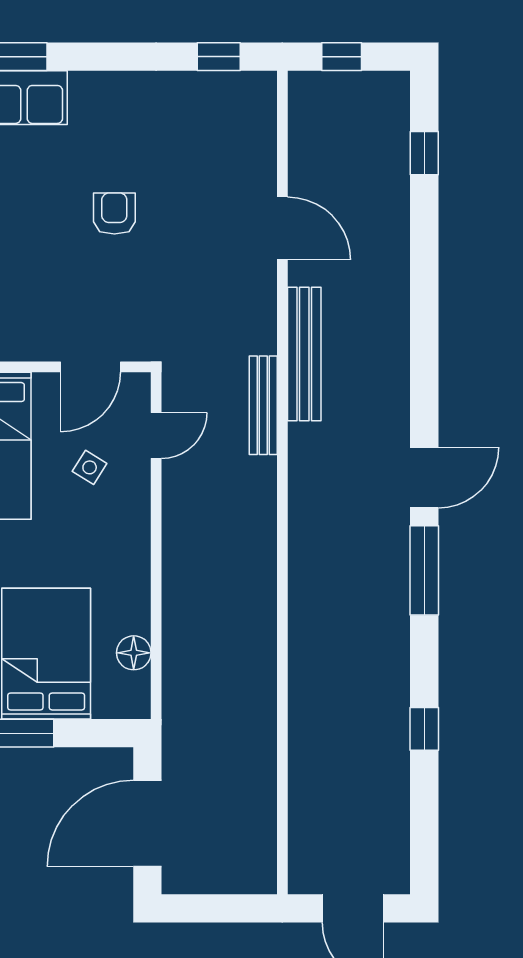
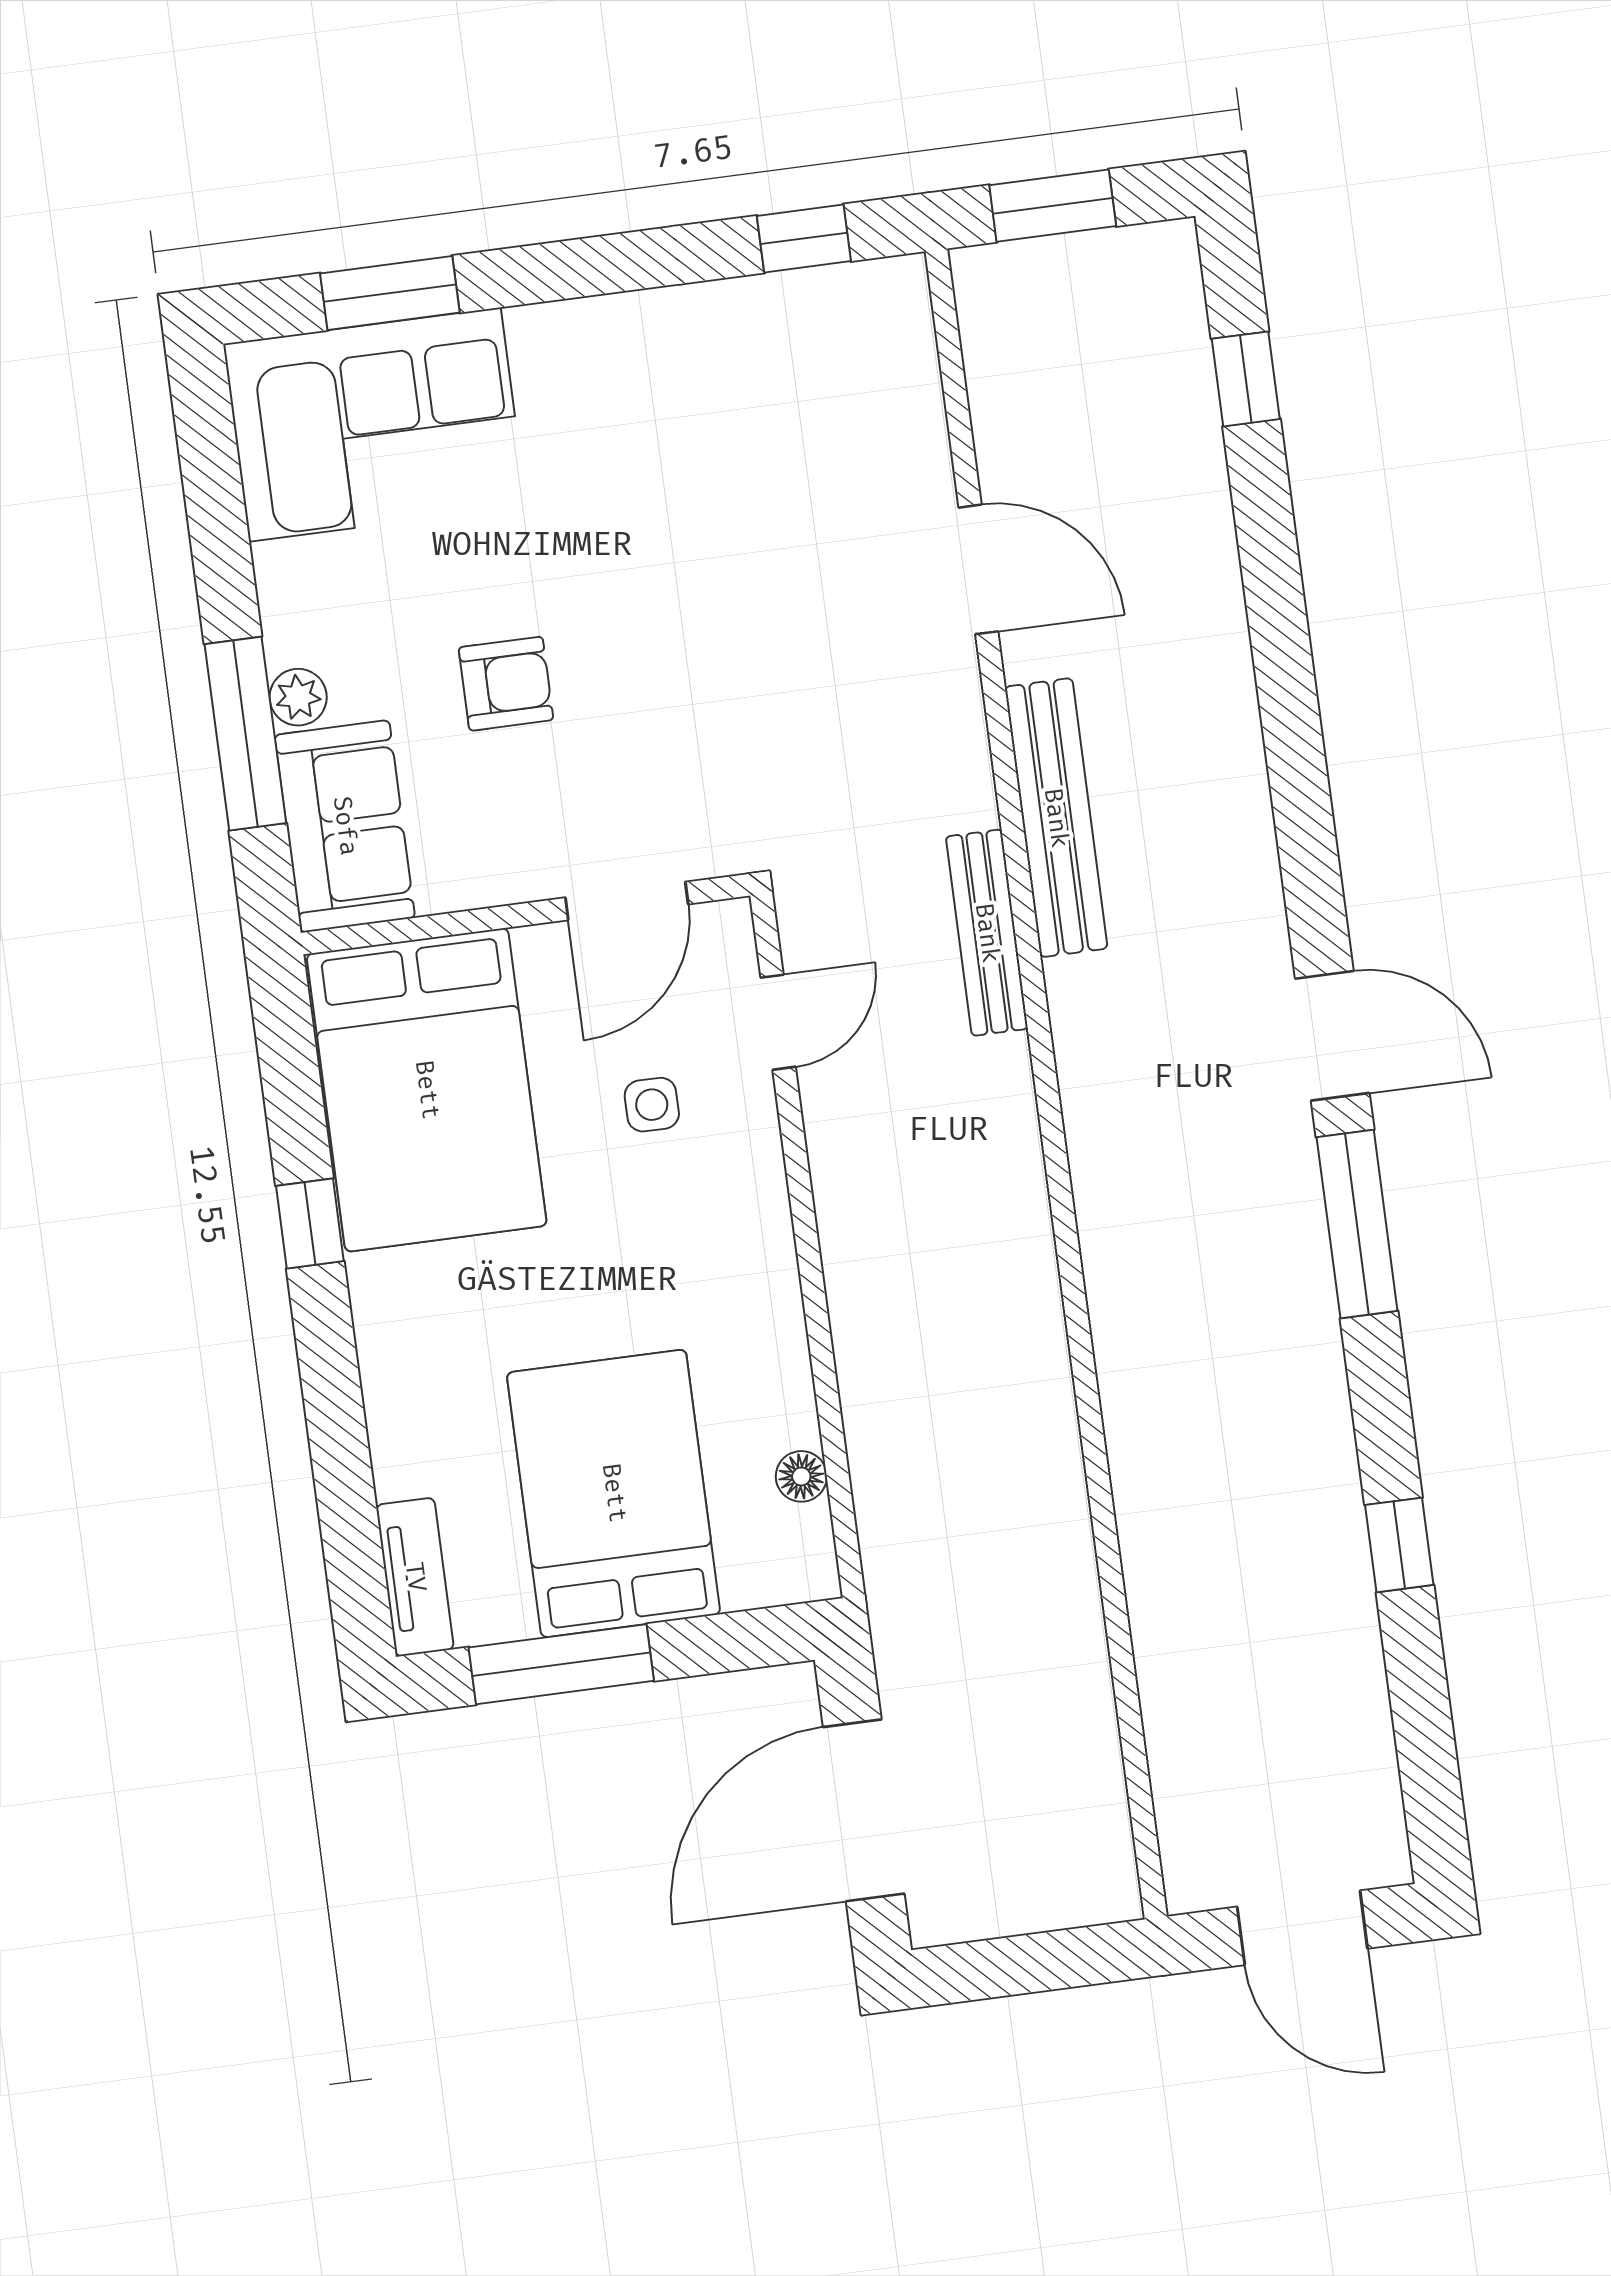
window: (342, 57) -> (1053, 206), width x1.50
armchair: (114, 214) -> (506, 684), moved, turned 90
side table: (90, 467) -> (652, 1105), turned -32
door: (424, 477) -> (1332, 1036), hinge flipped
floor lamp: (134, 653) -> (801, 1476), width x0.73, depth x0.73

